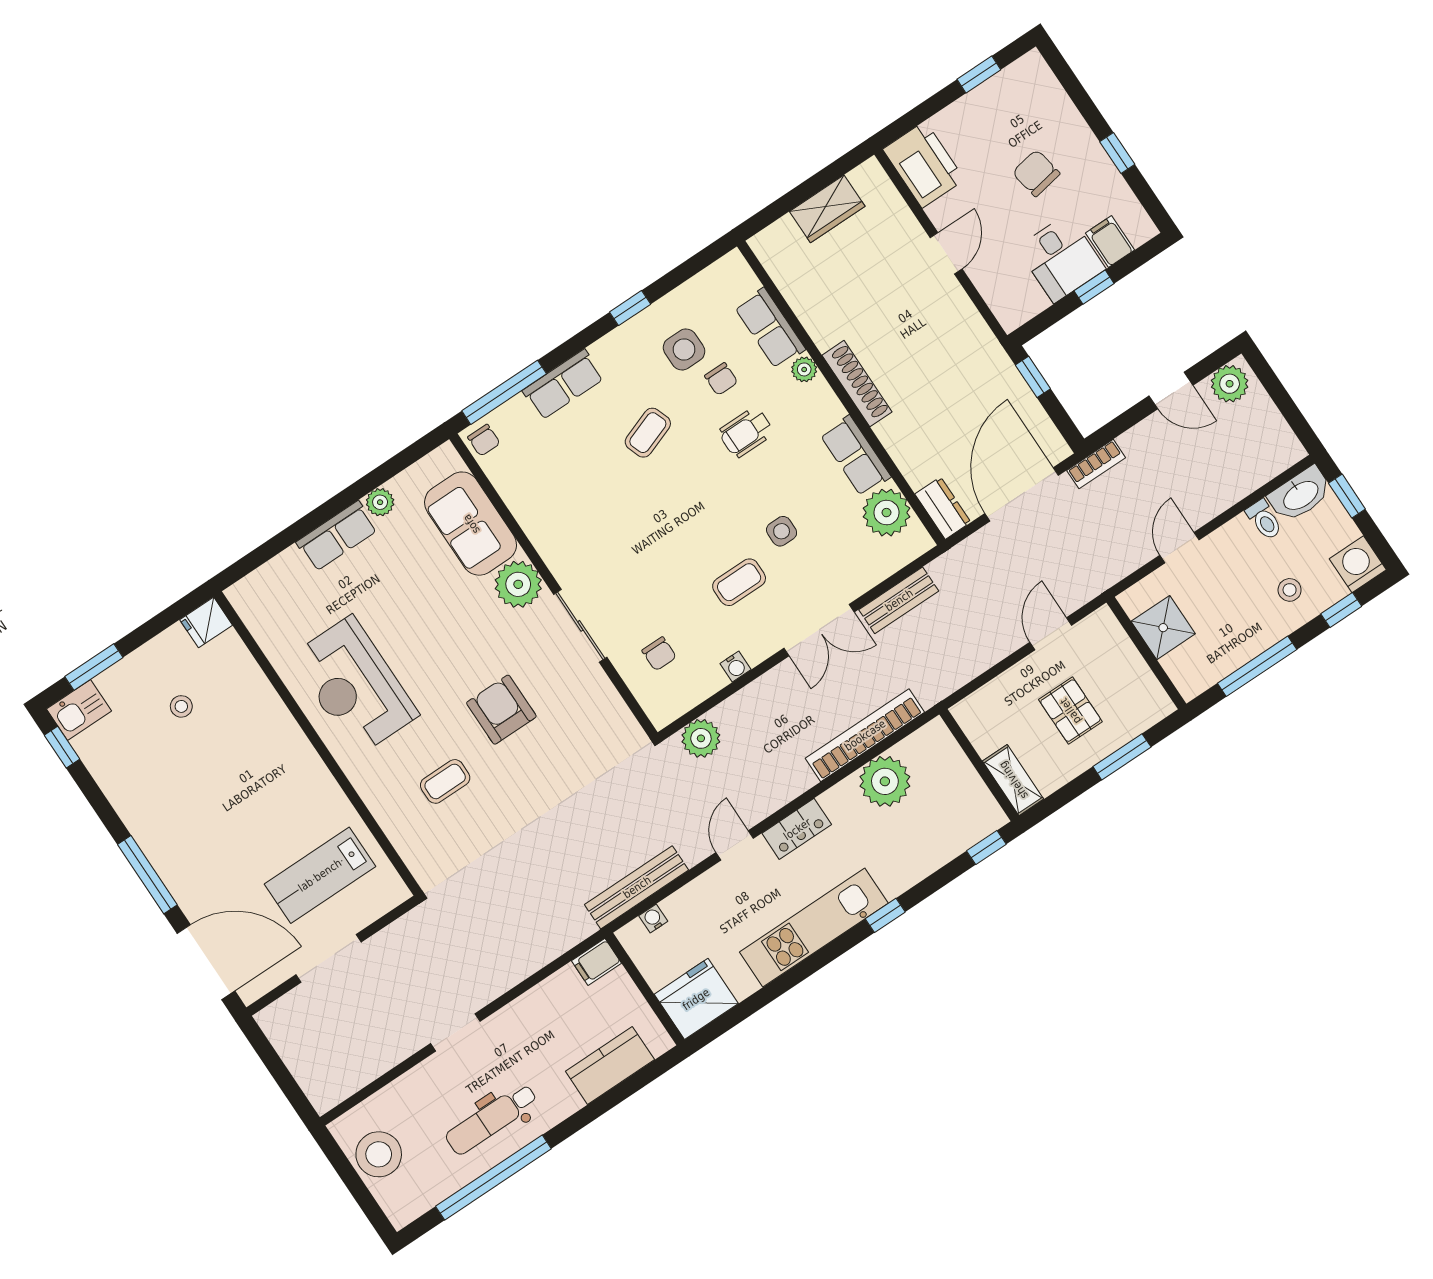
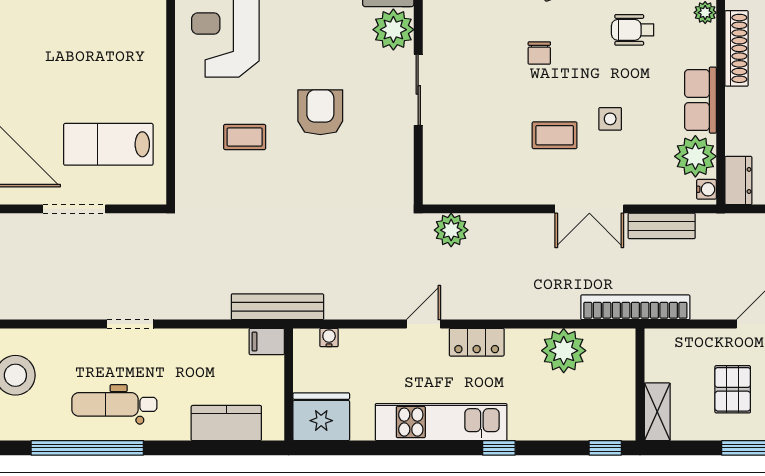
chair: (659, 654) -> (539, 53), moved
water cooler: (735, 667) -> (706, 189), moved, turned -90
bookcase: (865, 735) -> (635, 307), moved
bench: (637, 887) -> (277, 307), moved

